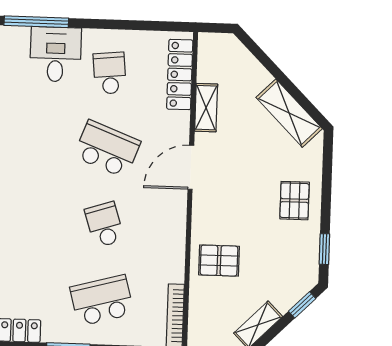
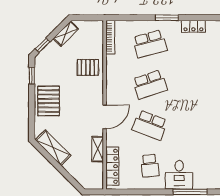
pallet: (295, 201) -> (49, 101), width x1.50, depth x1.42
school desk: (104, 225) -> (150, 85), width x1.85

